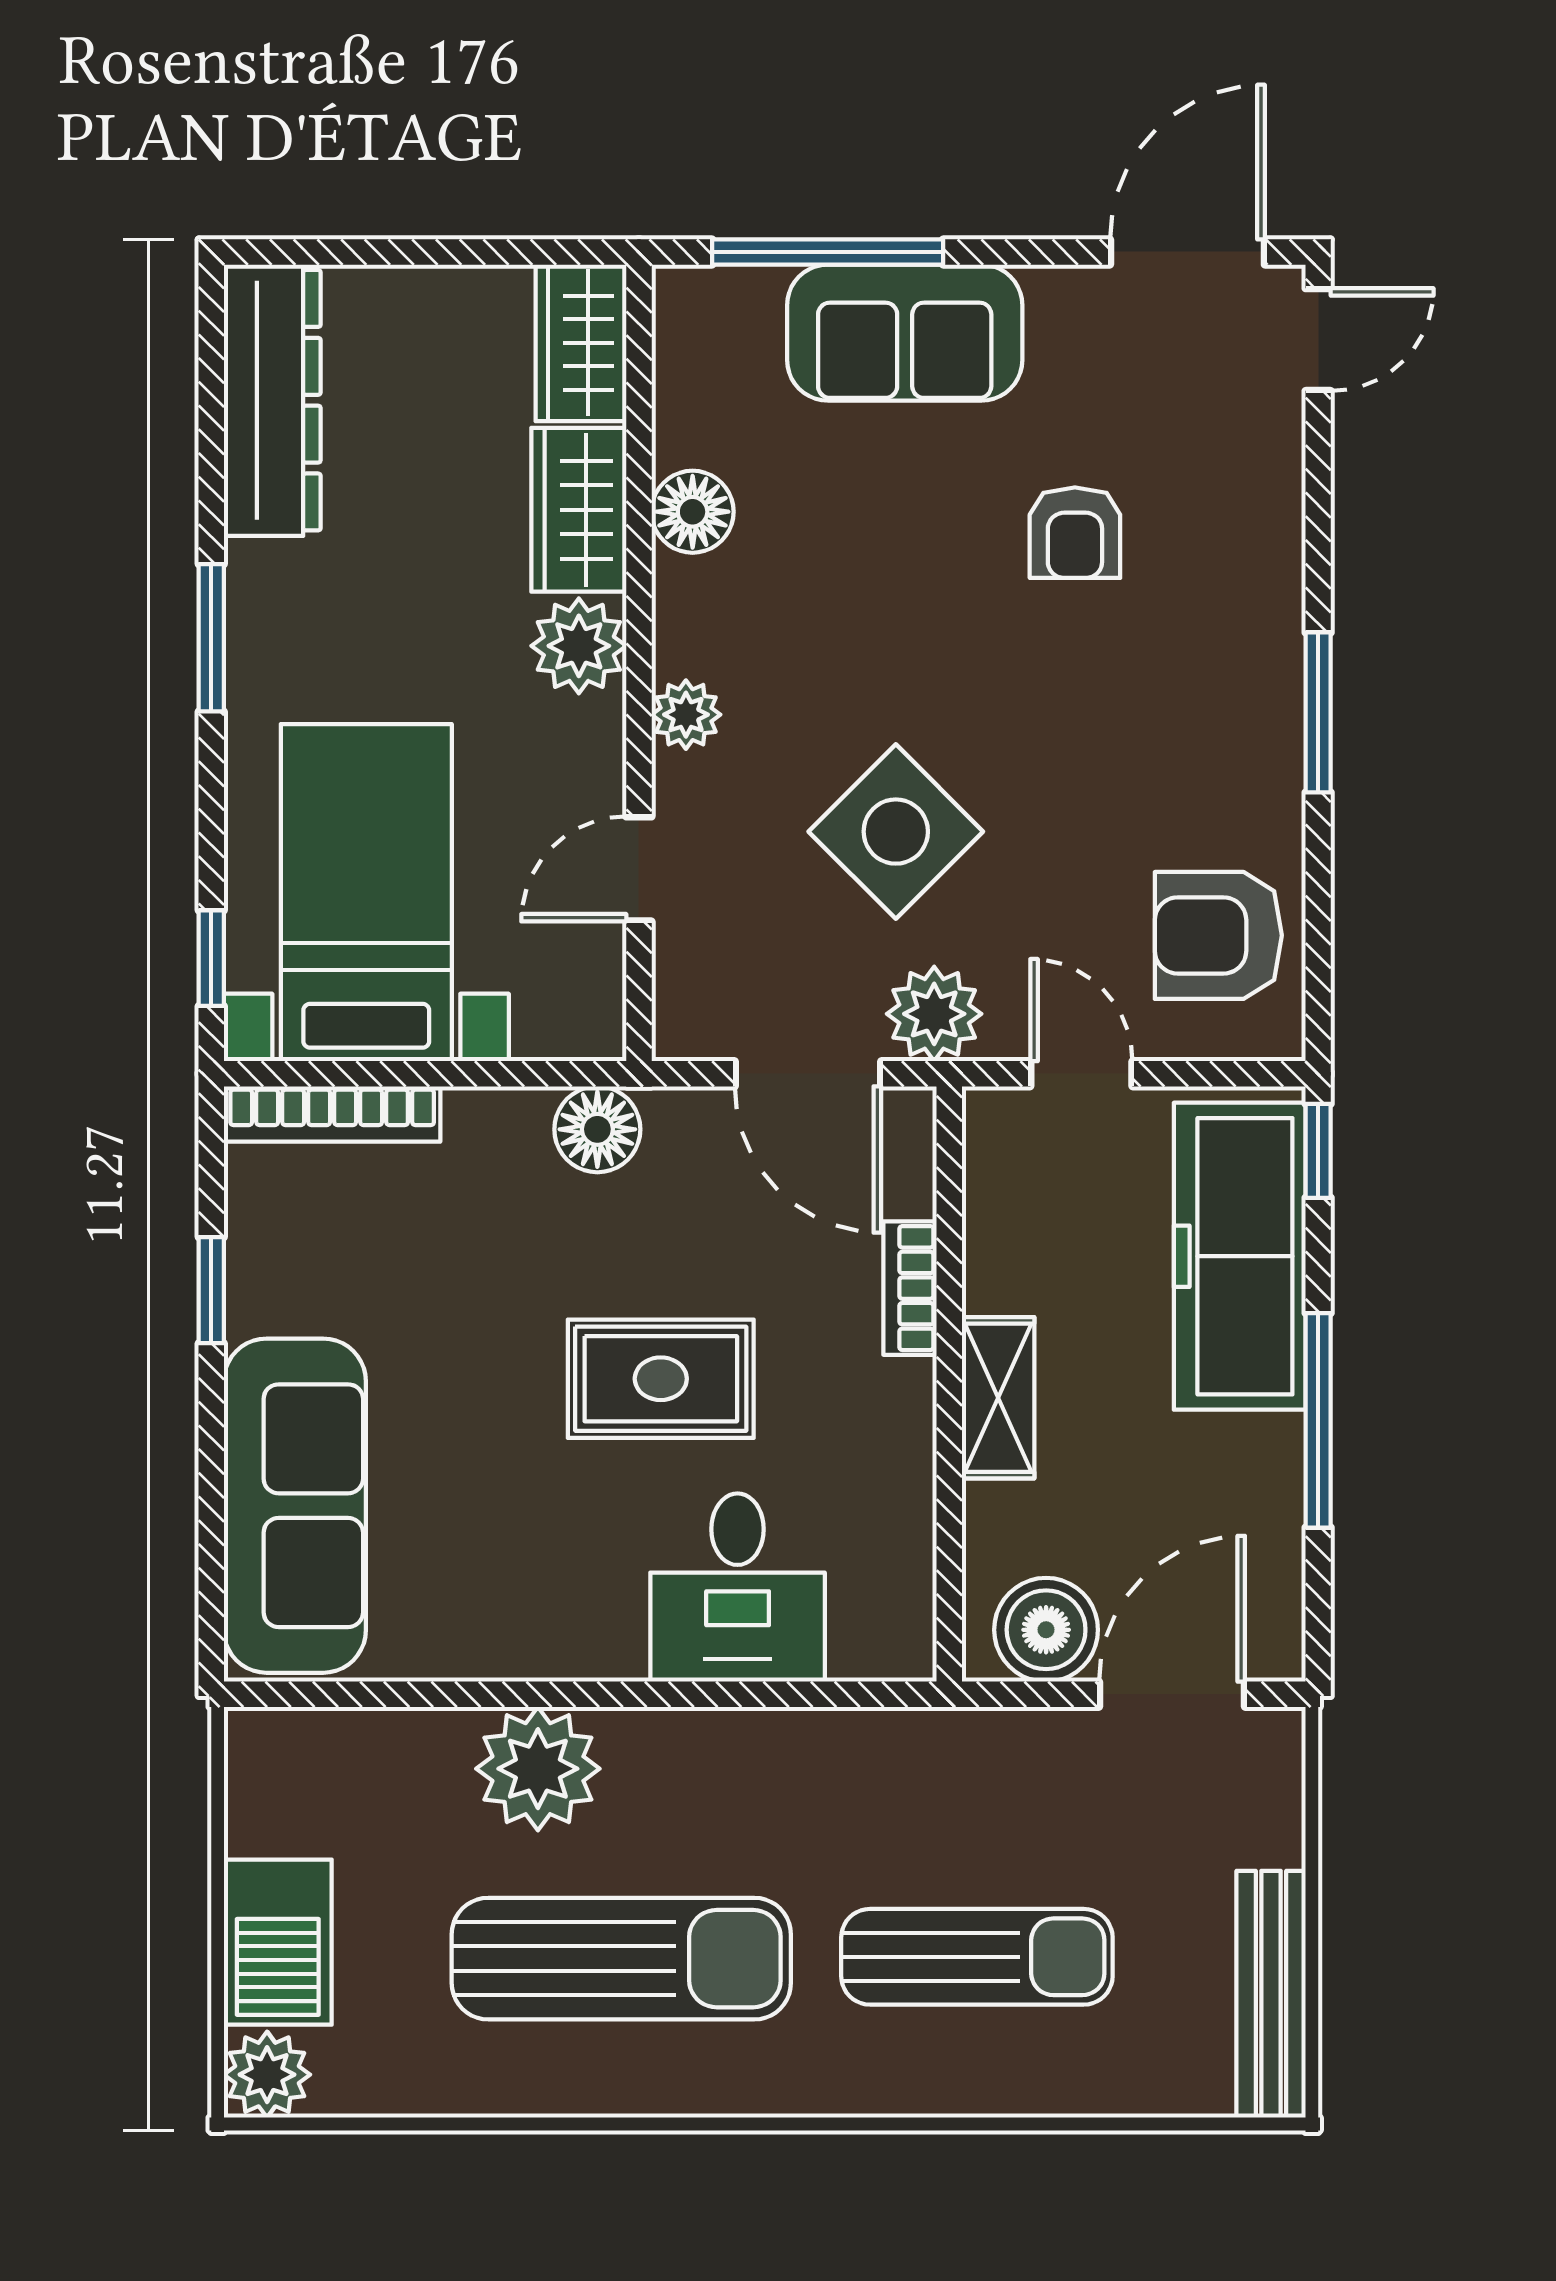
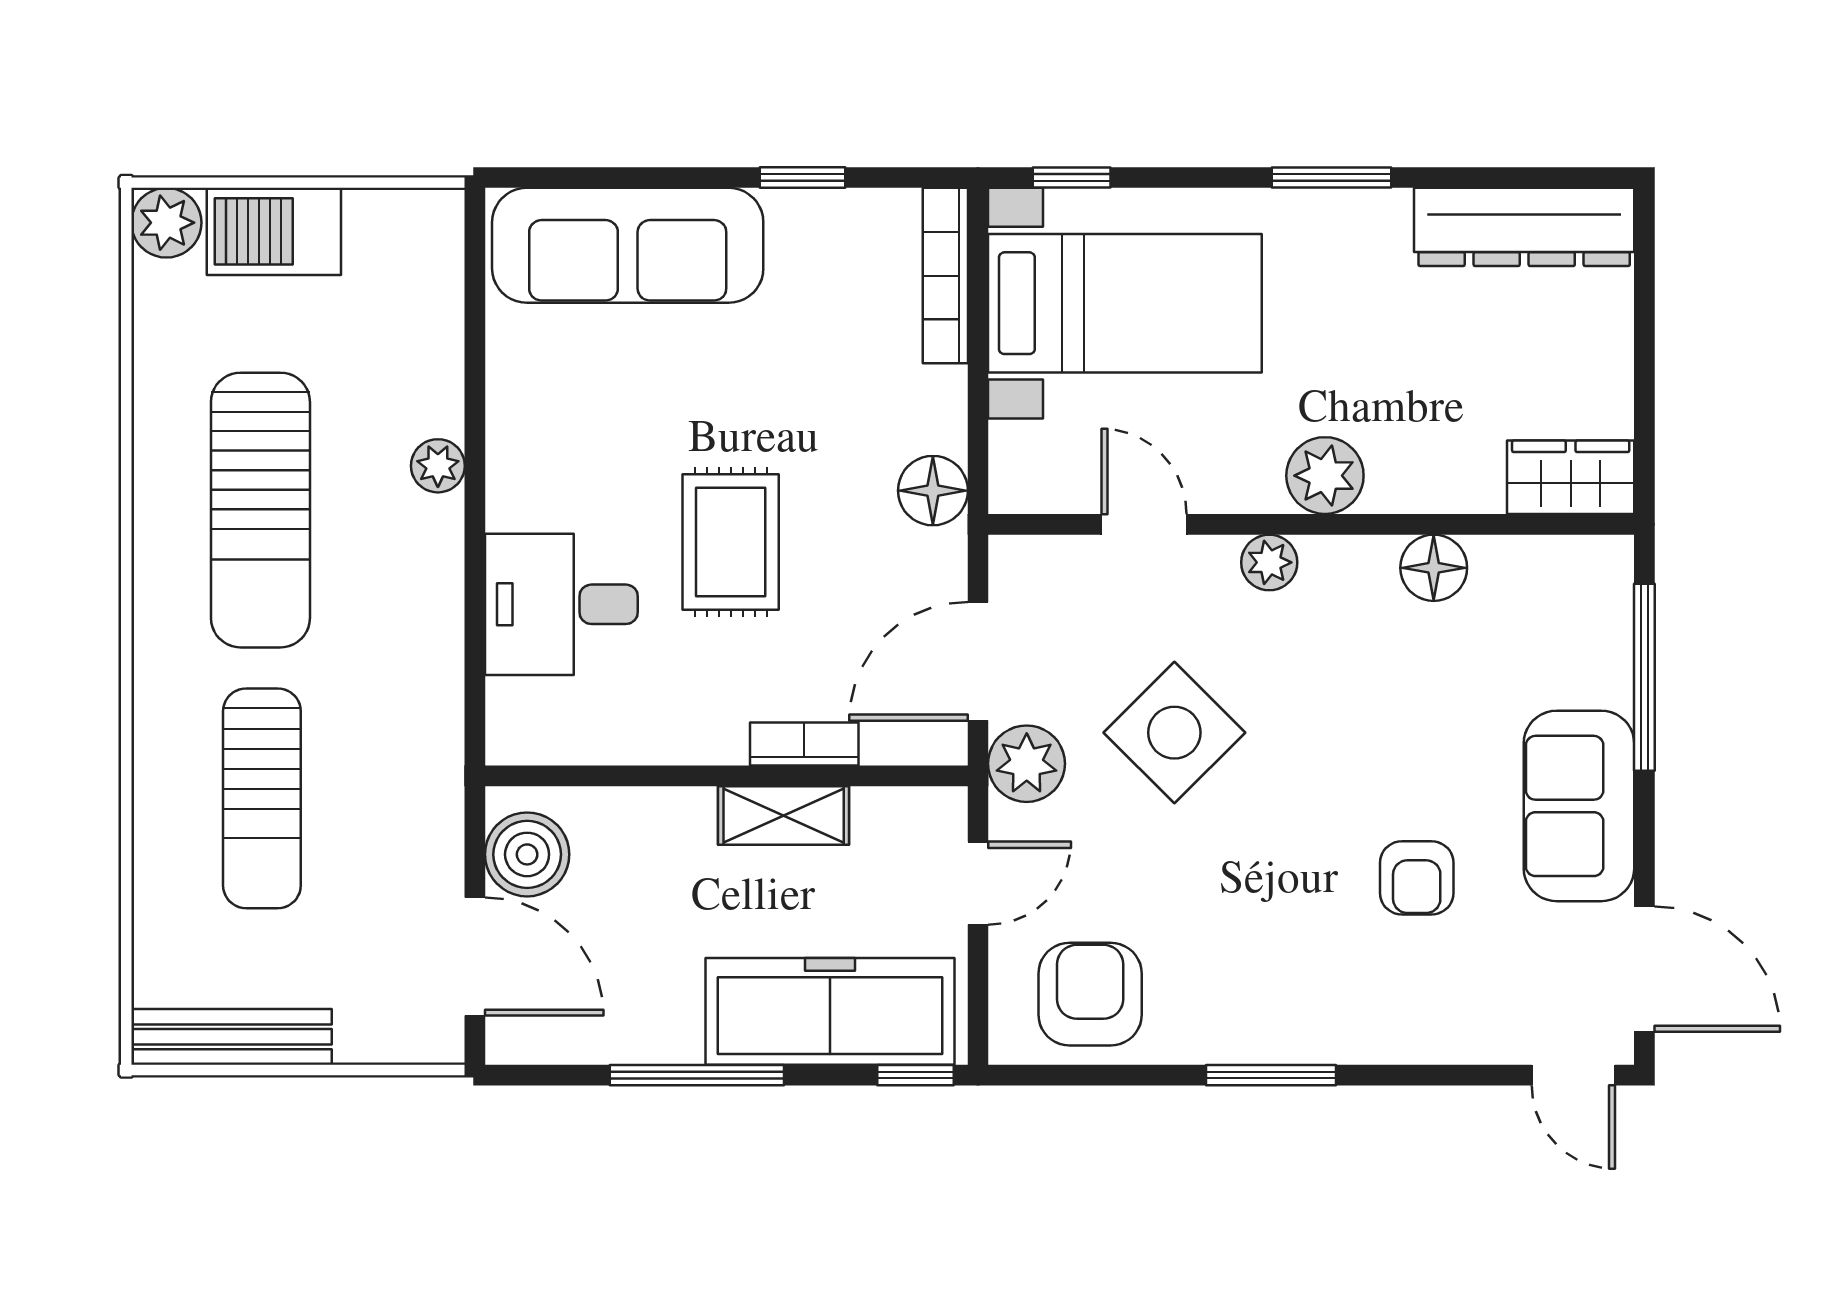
sofa: (905, 333) -> (1579, 806), moved
wardrobe: (579, 510) -> (1435, 476), removed
armchair: (1075, 533) -> (1417, 878), turned -90
shelving: (998, 1398) -> (784, 816), moved
plant: (538, 1769) -> (438, 466), width x0.53, depth x0.53

